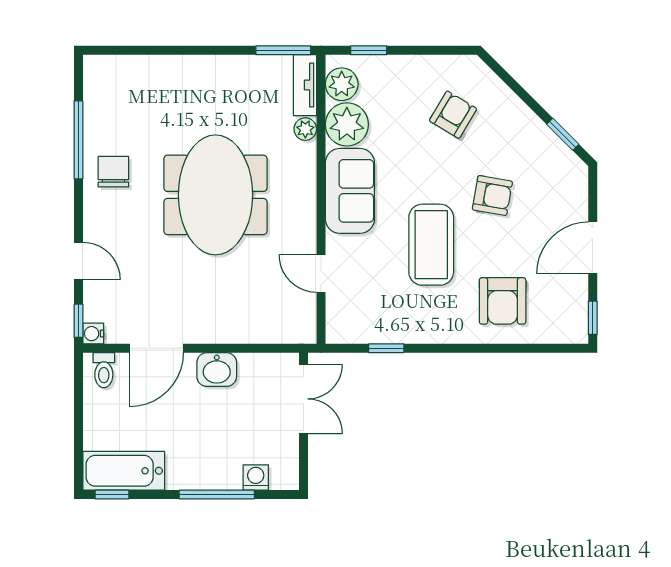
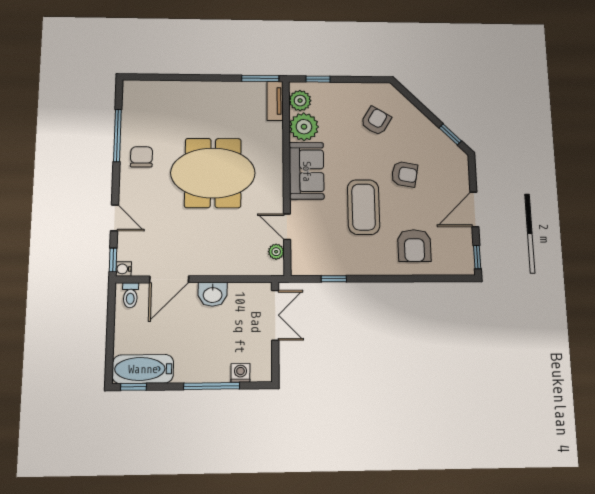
plant: (305, 129) -> (276, 252), moved
meeting table: (215, 195) -> (213, 173), turned 90

